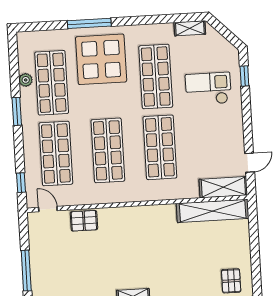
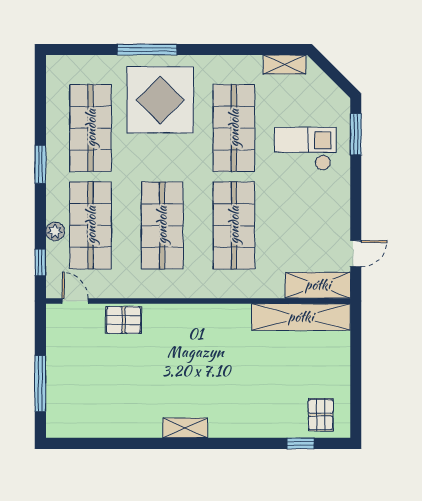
window: (244, 76) -> (356, 134), width x1.50
plant: (26, 80) -> (55, 231), moved

